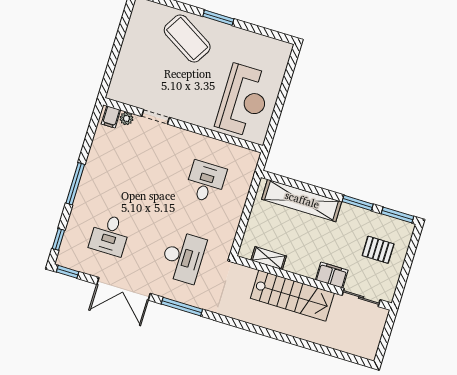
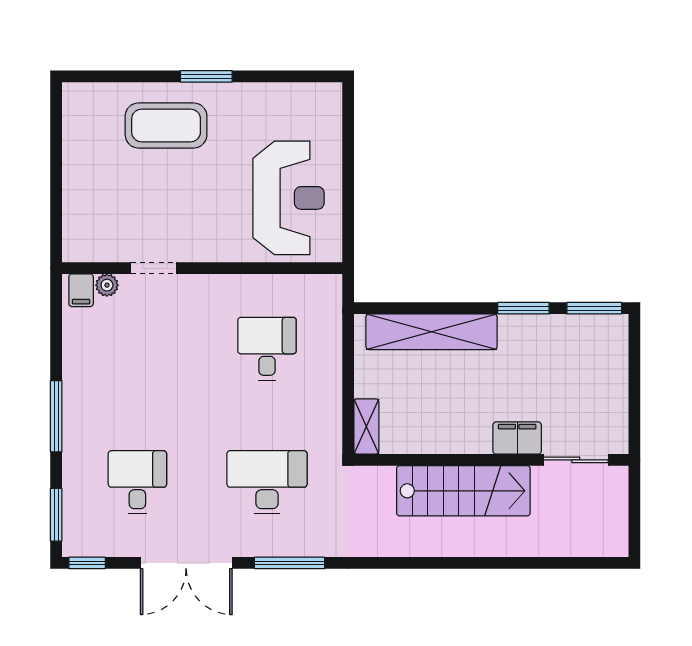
coffee table: (187, 38) -> (166, 125), turned -31
desk: (110, 235) -> (137, 482), turned 180
window: (58, 239) -> (56, 515), width x1.50
pallet: (378, 250) -> (580, 374), removed
desk: (183, 257) -> (267, 482), turned -90
shelving: (269, 258) -> (366, 426), moved, turned 90

